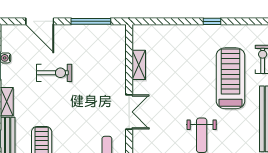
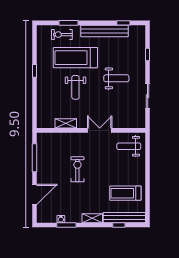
exercise bike: (54, 73) -> (77, 169), moved
weight bench: (189, 78) -> (75, 87), added

